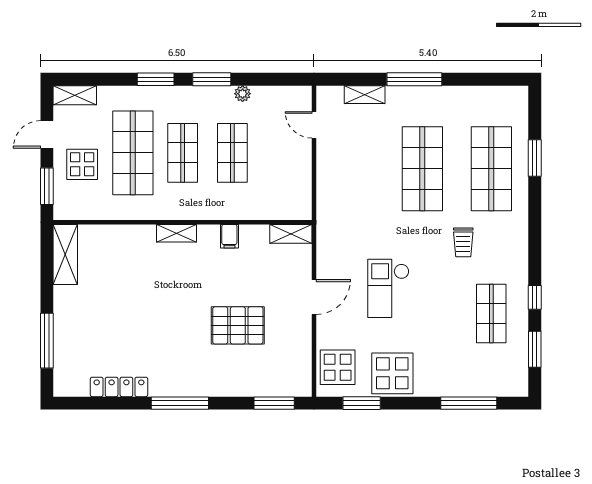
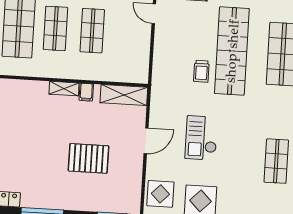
shop shelf: (422, 169) -> (232, 51), width x1.40
shelving: (176, 233) -> (64, 89), moved
shelving: (291, 234) -> (124, 95), width x1.50, depth x1.33
trolley: (463, 242) -> (201, 71), moved

